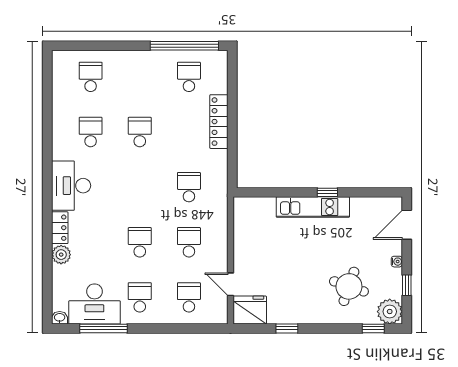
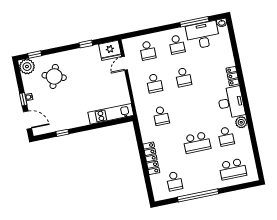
window: (184, 46) -> (198, 195), moved
school desk: (91, 77) -> (233, 169), width x1.85
school desk: (140, 132) -> (197, 142), width x1.85
window: (327, 192) -> (62, 133), moved
kitchen unit: (313, 207) -> (111, 114), moved
door: (407, 225) -> (27, 120), hinge flipped
plant: (61, 255) -> (241, 122), moved
door: (230, 284) -> (125, 63), swing flipped
window: (407, 285) -> (23, 99), moved

